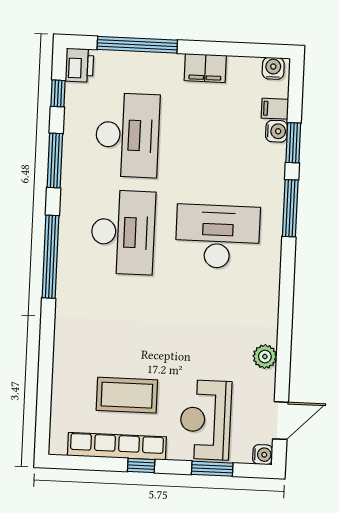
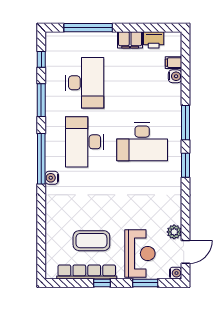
printer: (79, 65) -> (154, 40), moved, turned 90
water cooler: (273, 68) -> (52, 178), moved, turned -90
window: (293, 143) -> (185, 165), moved
desk: (123, 232) -> (85, 142), turned 180
desk: (218, 236) -> (142, 142), turned 180
plant: (265, 357) -> (174, 232), moved
reception desk: (206, 420) -> (140, 254), turned 180

